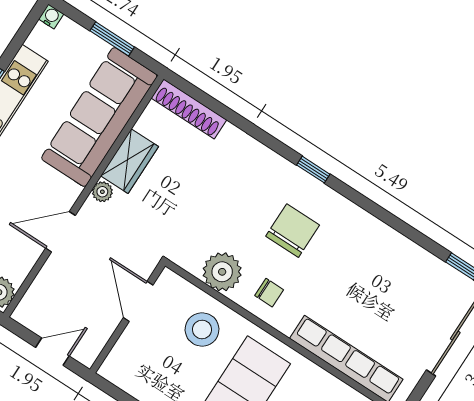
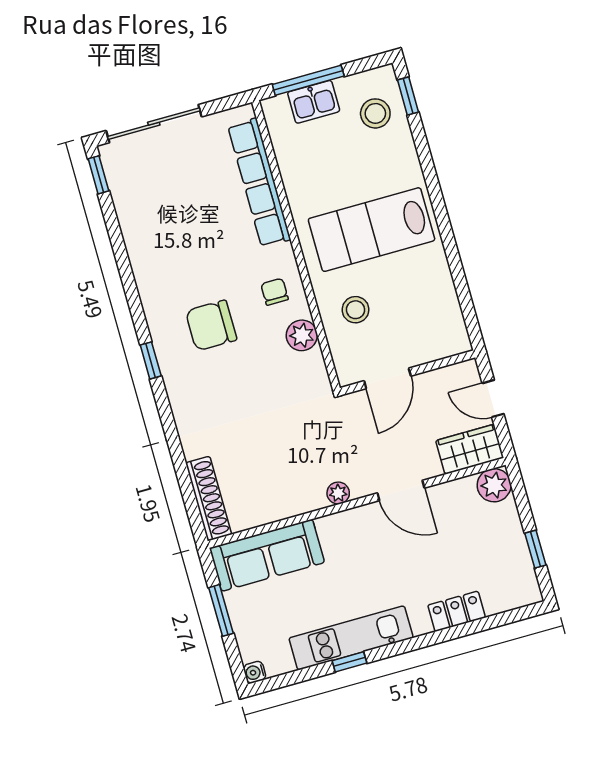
sofa: (99, 117) -> (267, 555), width x0.74, depth x0.79
wardrobe: (130, 161) -> (470, 449), moved
plant: (222, 272) -> (302, 335), width x0.73, depth x0.73
stool: (202, 329) -> (356, 310), width x0.73, depth x0.73

